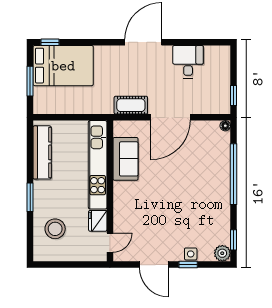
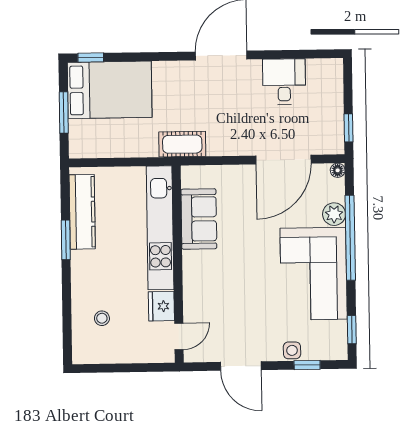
cot: (131, 105) -> (182, 144), moved
door: (170, 117) -> (283, 160), moved
window: (30, 197) -> (66, 240), moved
corner sofa: (207, 199) -> (314, 274), added
stool: (55, 229) -> (102, 318), width x0.53, depth x0.53
plant: (222, 253) -> (334, 214), moved
window: (188, 265) -> (307, 365), moved

